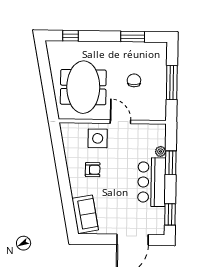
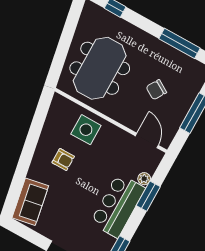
window: (133, 37) -> (179, 43), width x1.44
chair: (134, 80) -> (156, 90), turned -149
door: (120, 122) -> (147, 141), moved

